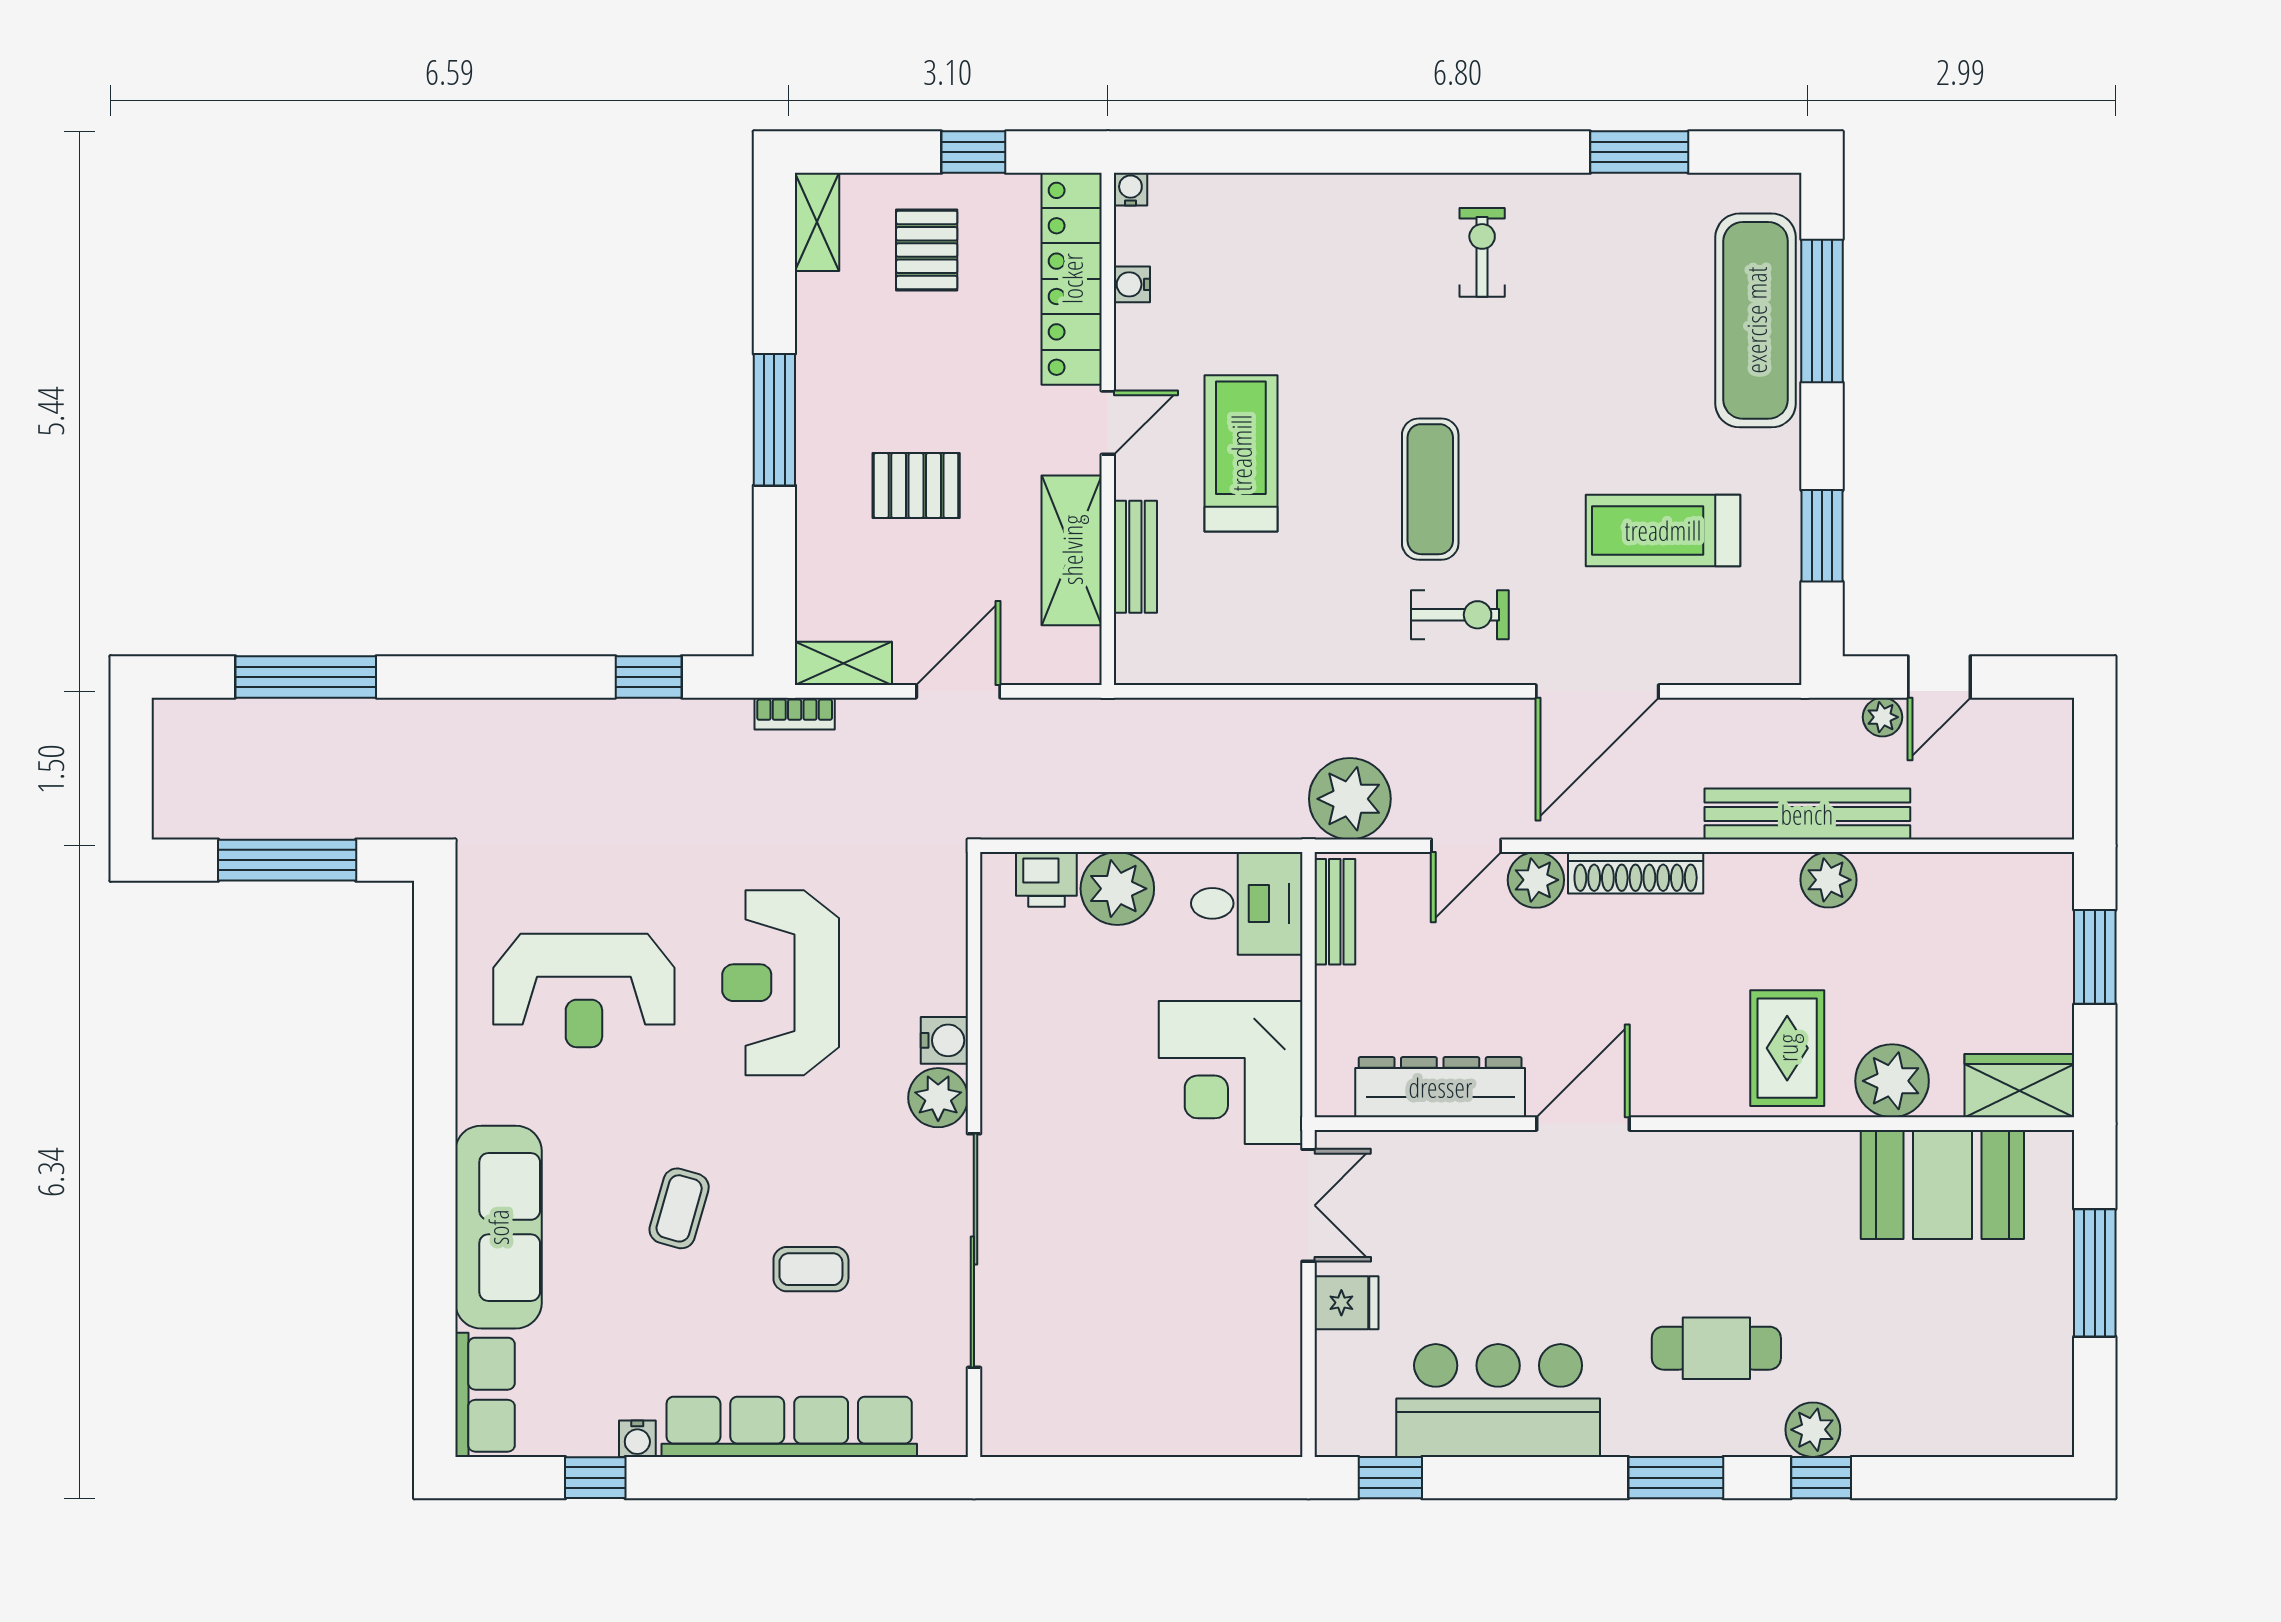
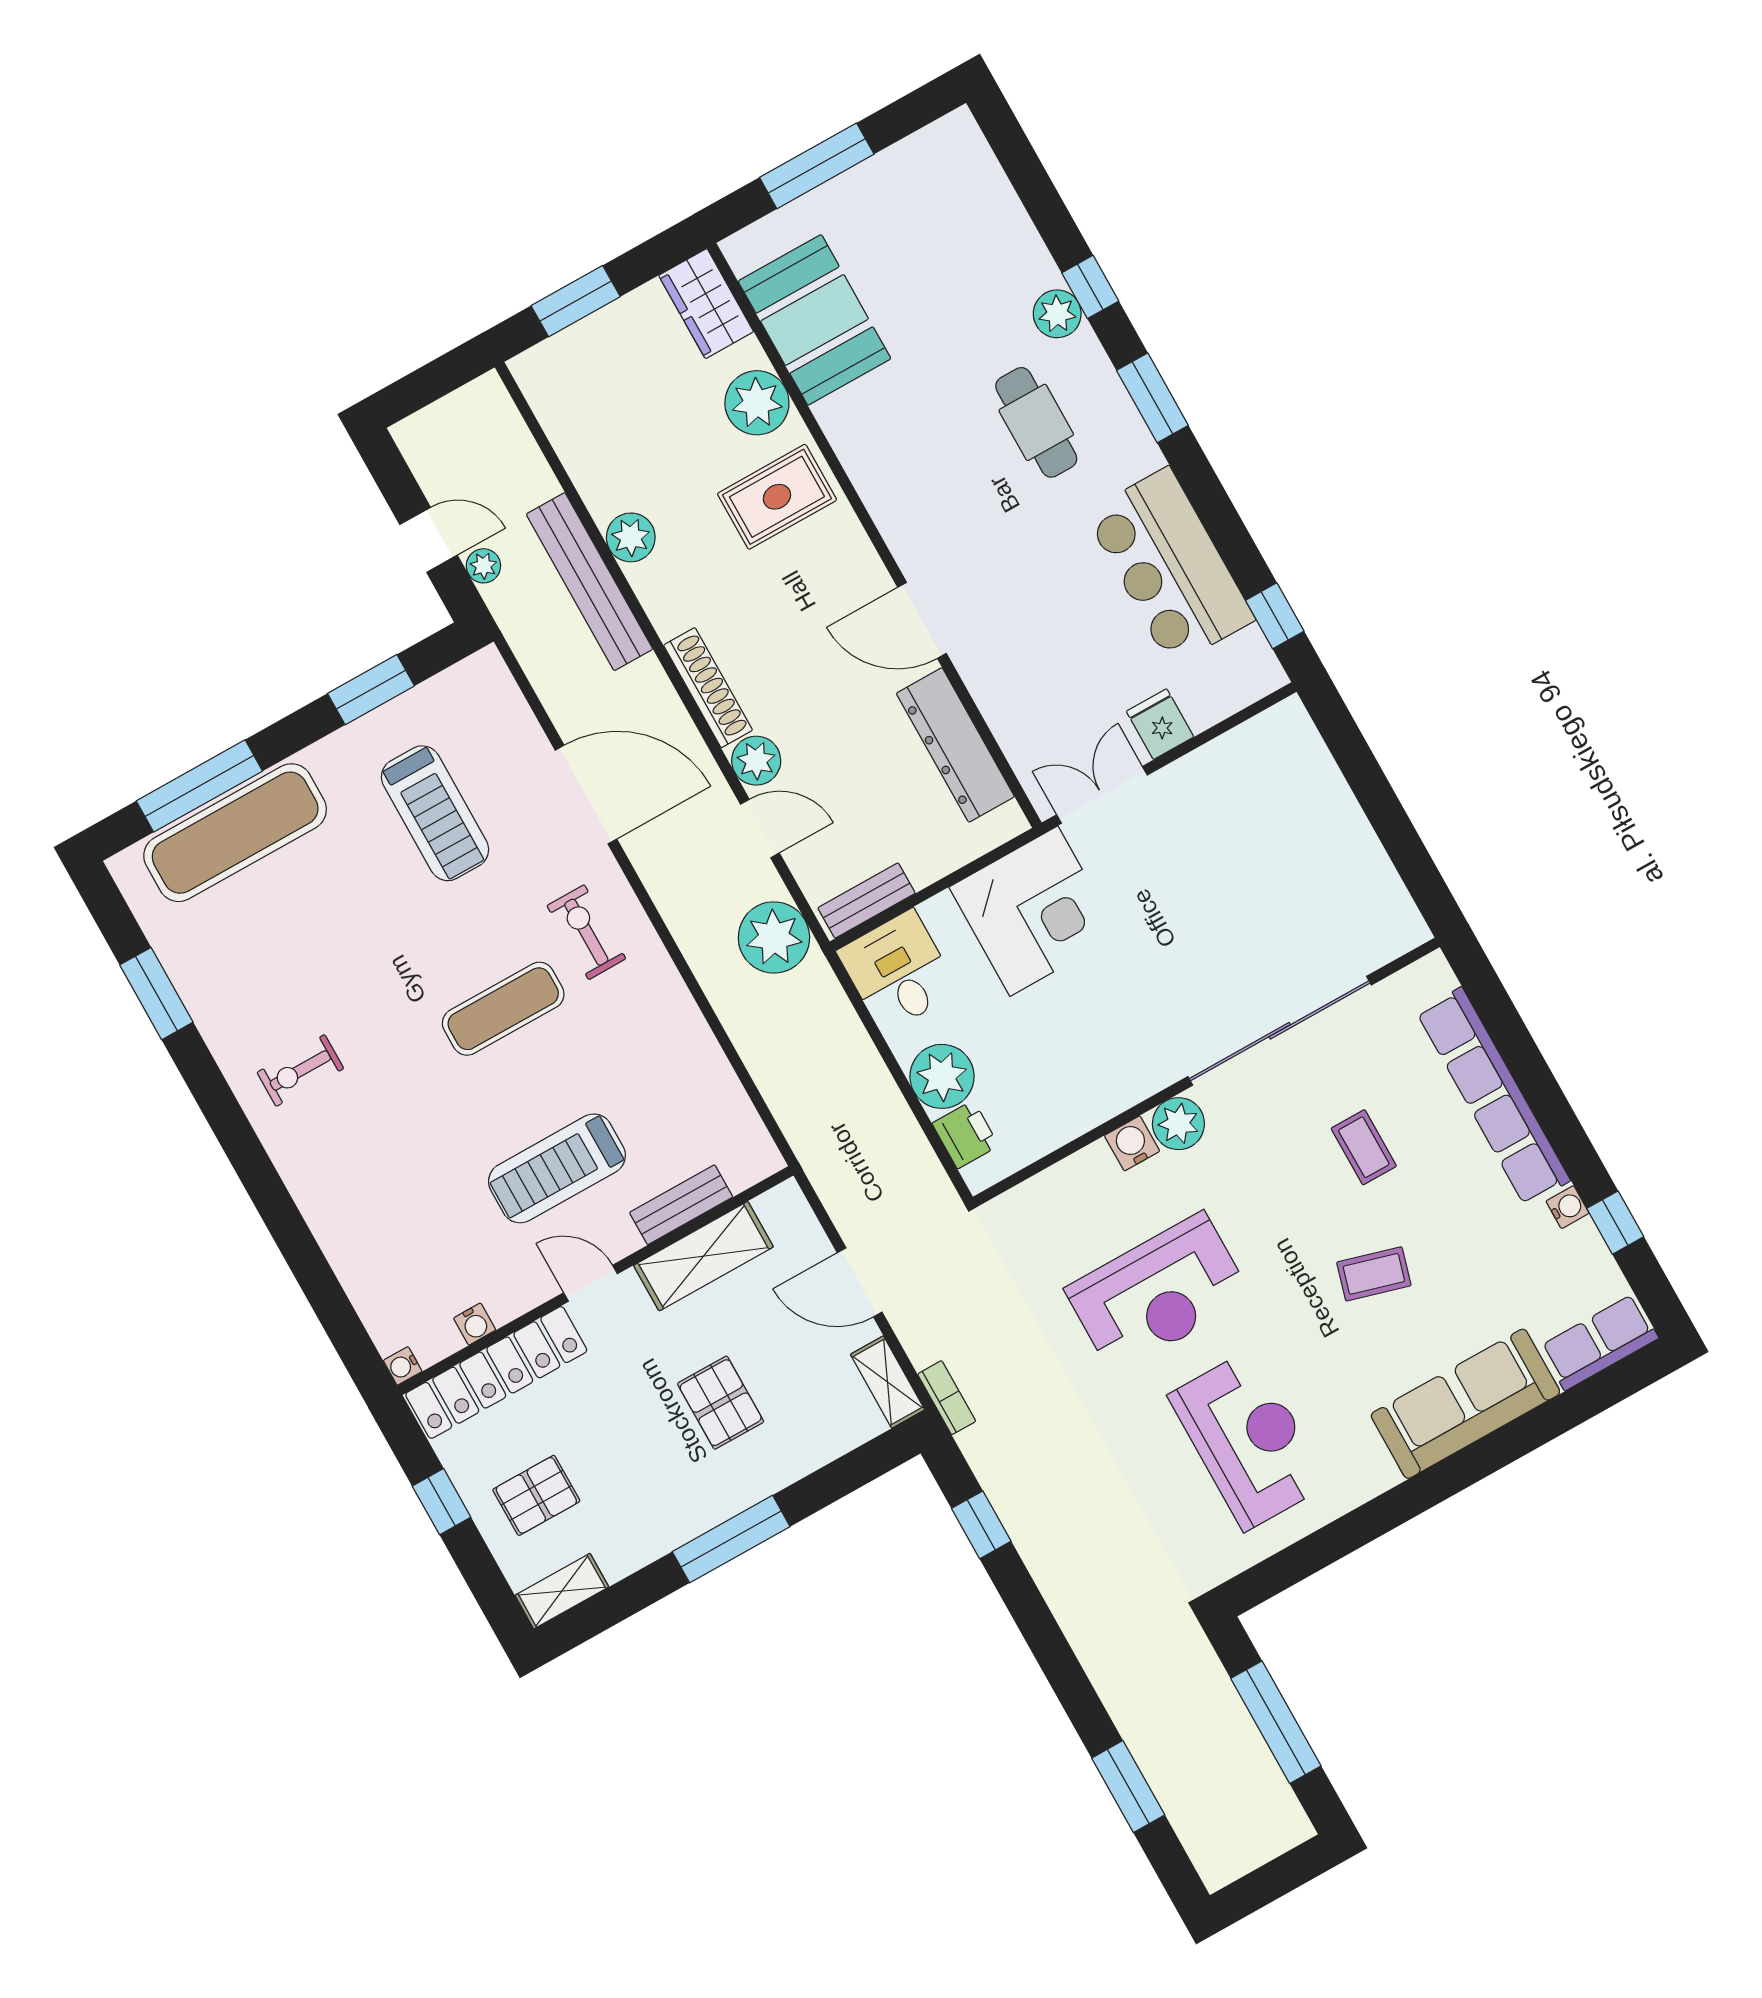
window: (306, 677) -> (1128, 1786), width x0.69

